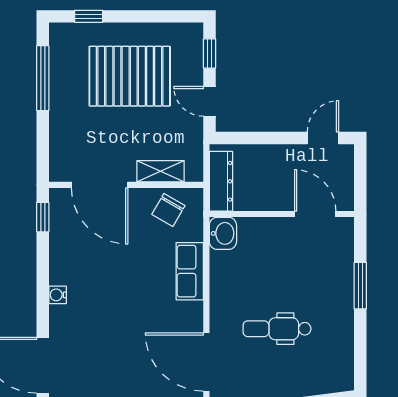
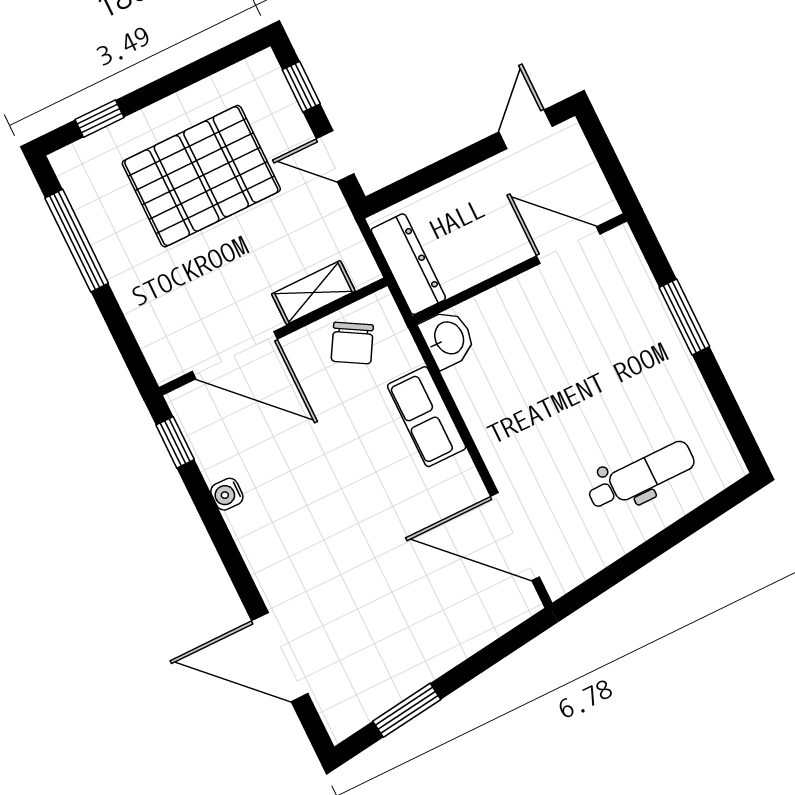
water cooler: (58, 295) -> (227, 494), moved
dental chair: (277, 329) -> (641, 476), moved, turned 180

